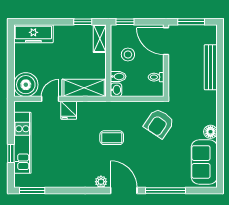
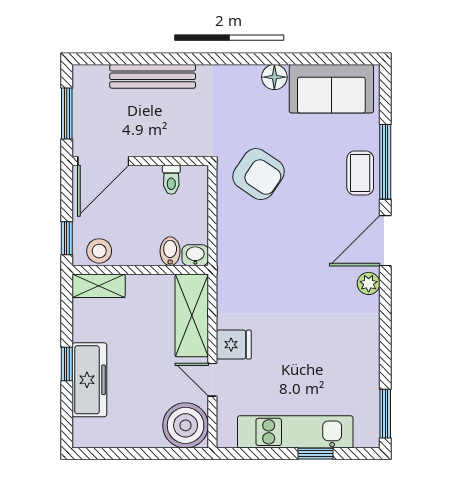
window: (83, 22) -> (67, 364), moved
freezer: (33, 34) -> (89, 380), moved
stool: (128, 55) -> (99, 251), moved
coffee table: (112, 138) -> (360, 173), moved

